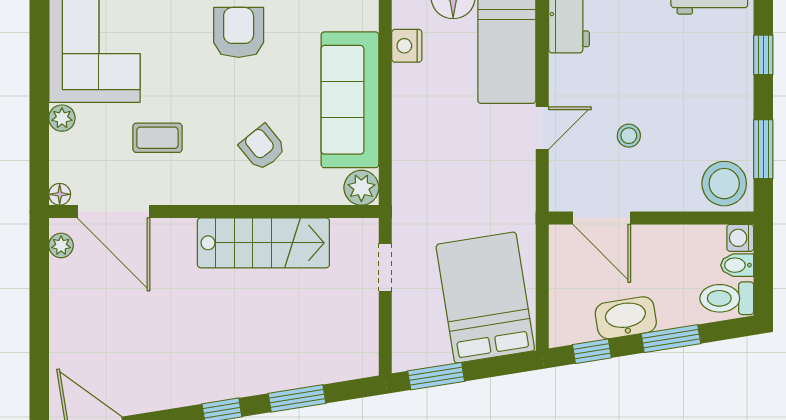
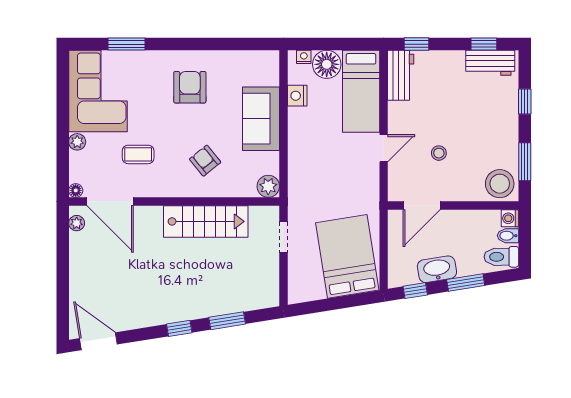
sofa: (350, 100) -> (261, 119), width x0.73
door: (602, 218) -> (422, 206), hinge flipped
window: (436, 376) -> (316, 306), removed

